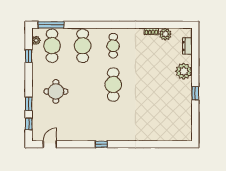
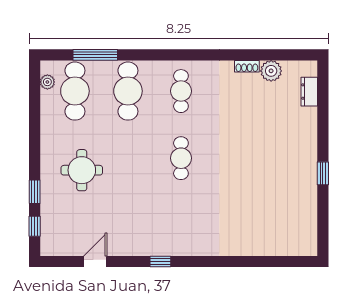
window: (51, 25) -> (95, 55), moved
window: (29, 56) -> (35, 109), removed
plant: (184, 71) -> (303, 135), removed
cafe table: (113, 85) -> (181, 158), width x0.73, depth x0.74
door: (50, 144) -> (95, 261), moved

